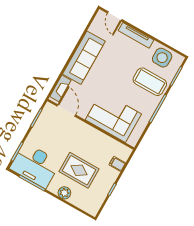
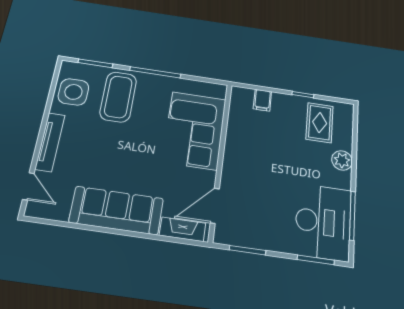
door: (115, 16) -> (28, 186), hinge flipped
rug: (79, 170) -> (320, 123), moved, width x0.73, depth x0.70

